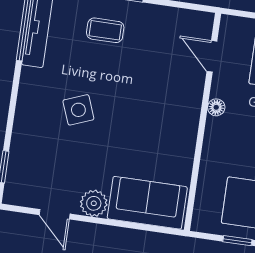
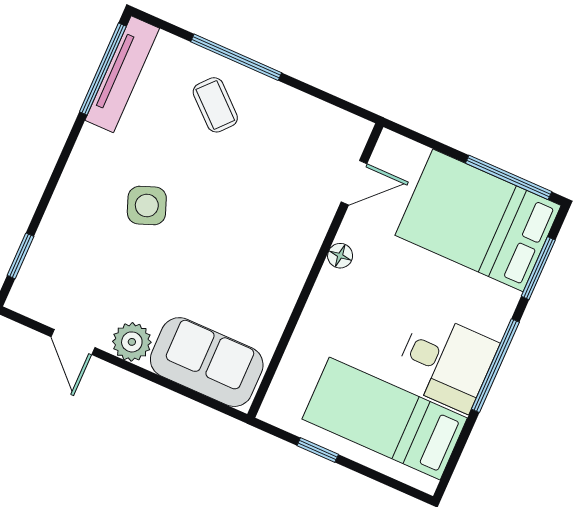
coffee table: (105, 30) -> (215, 105), turned 42
door: (212, 56) -> (354, 183), swing flipped

